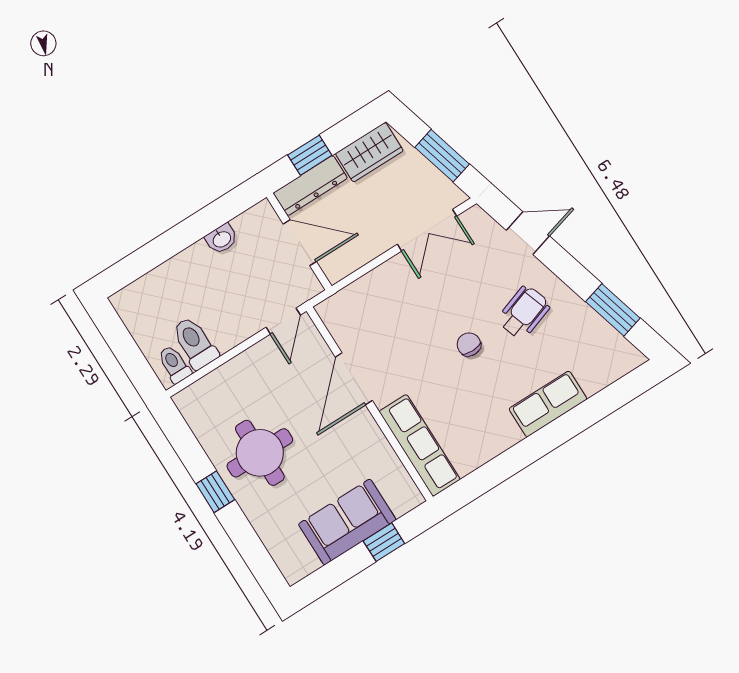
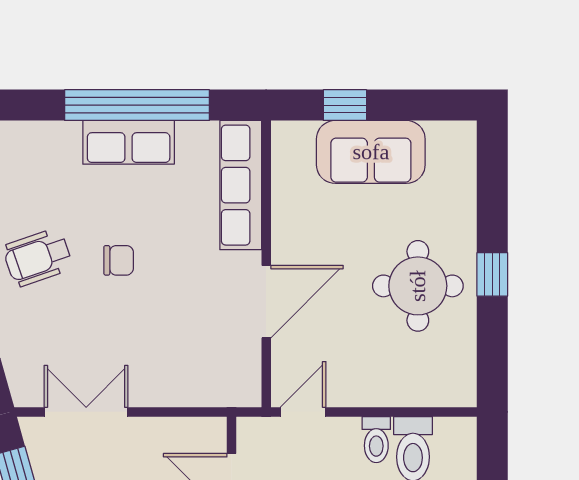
chair: (469, 344) -> (119, 260), turned -90
toilet: (174, 364) -> (376, 440), moved
row of seats: (548, 404) -> (129, 142), moved
window: (522, 455) -> (137, 105), added

